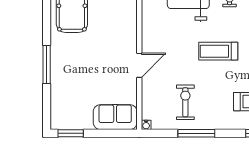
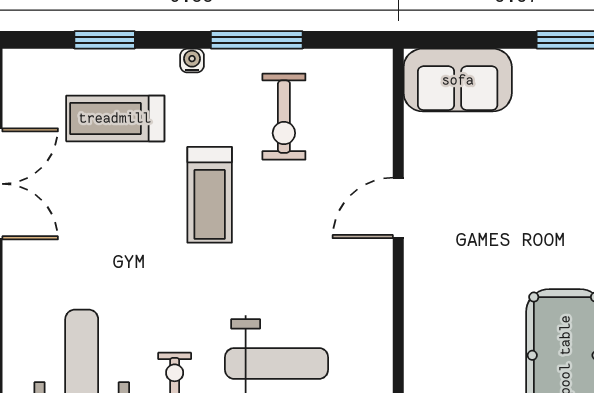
treadmill: (218, 51) -> (210, 195), moved, turned 90
water cooler: (146, 125) -> (192, 61), moved

